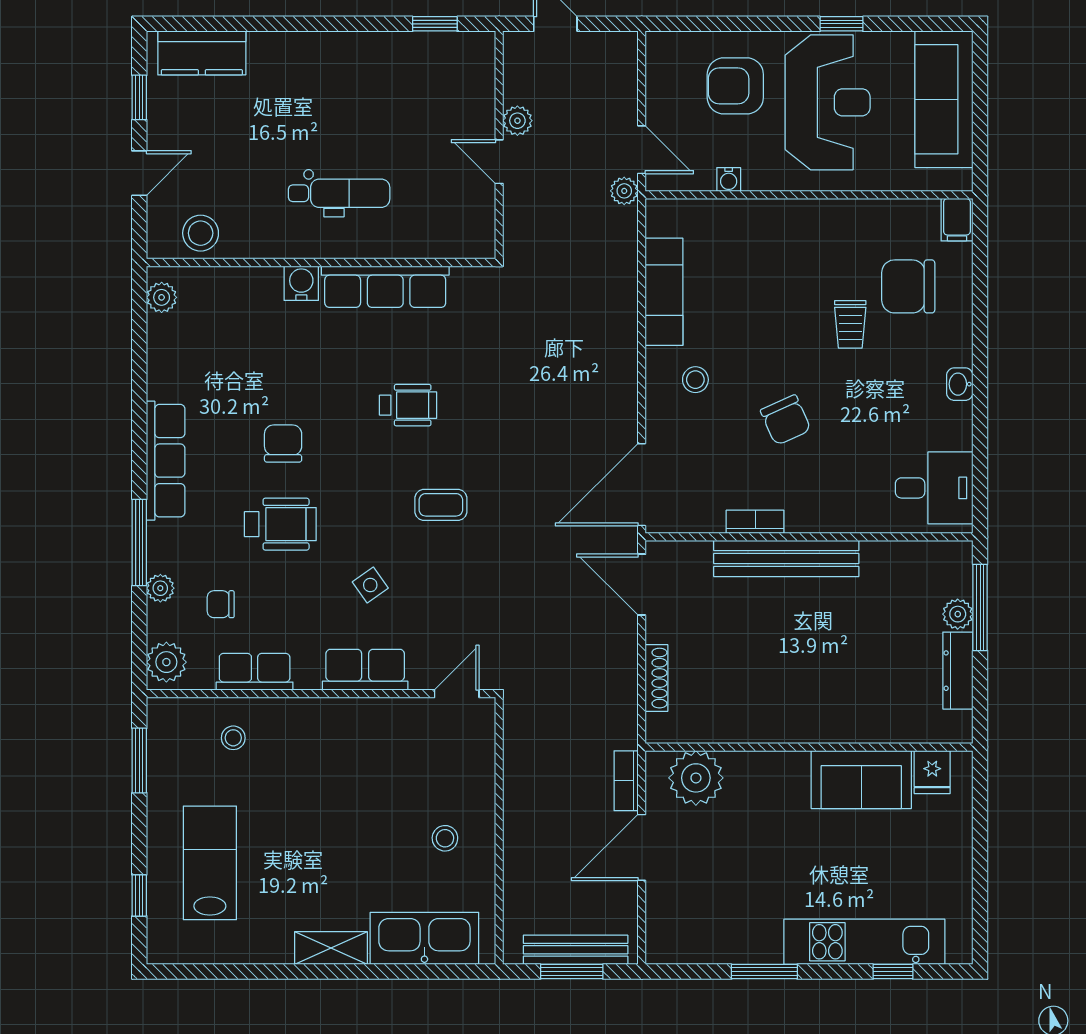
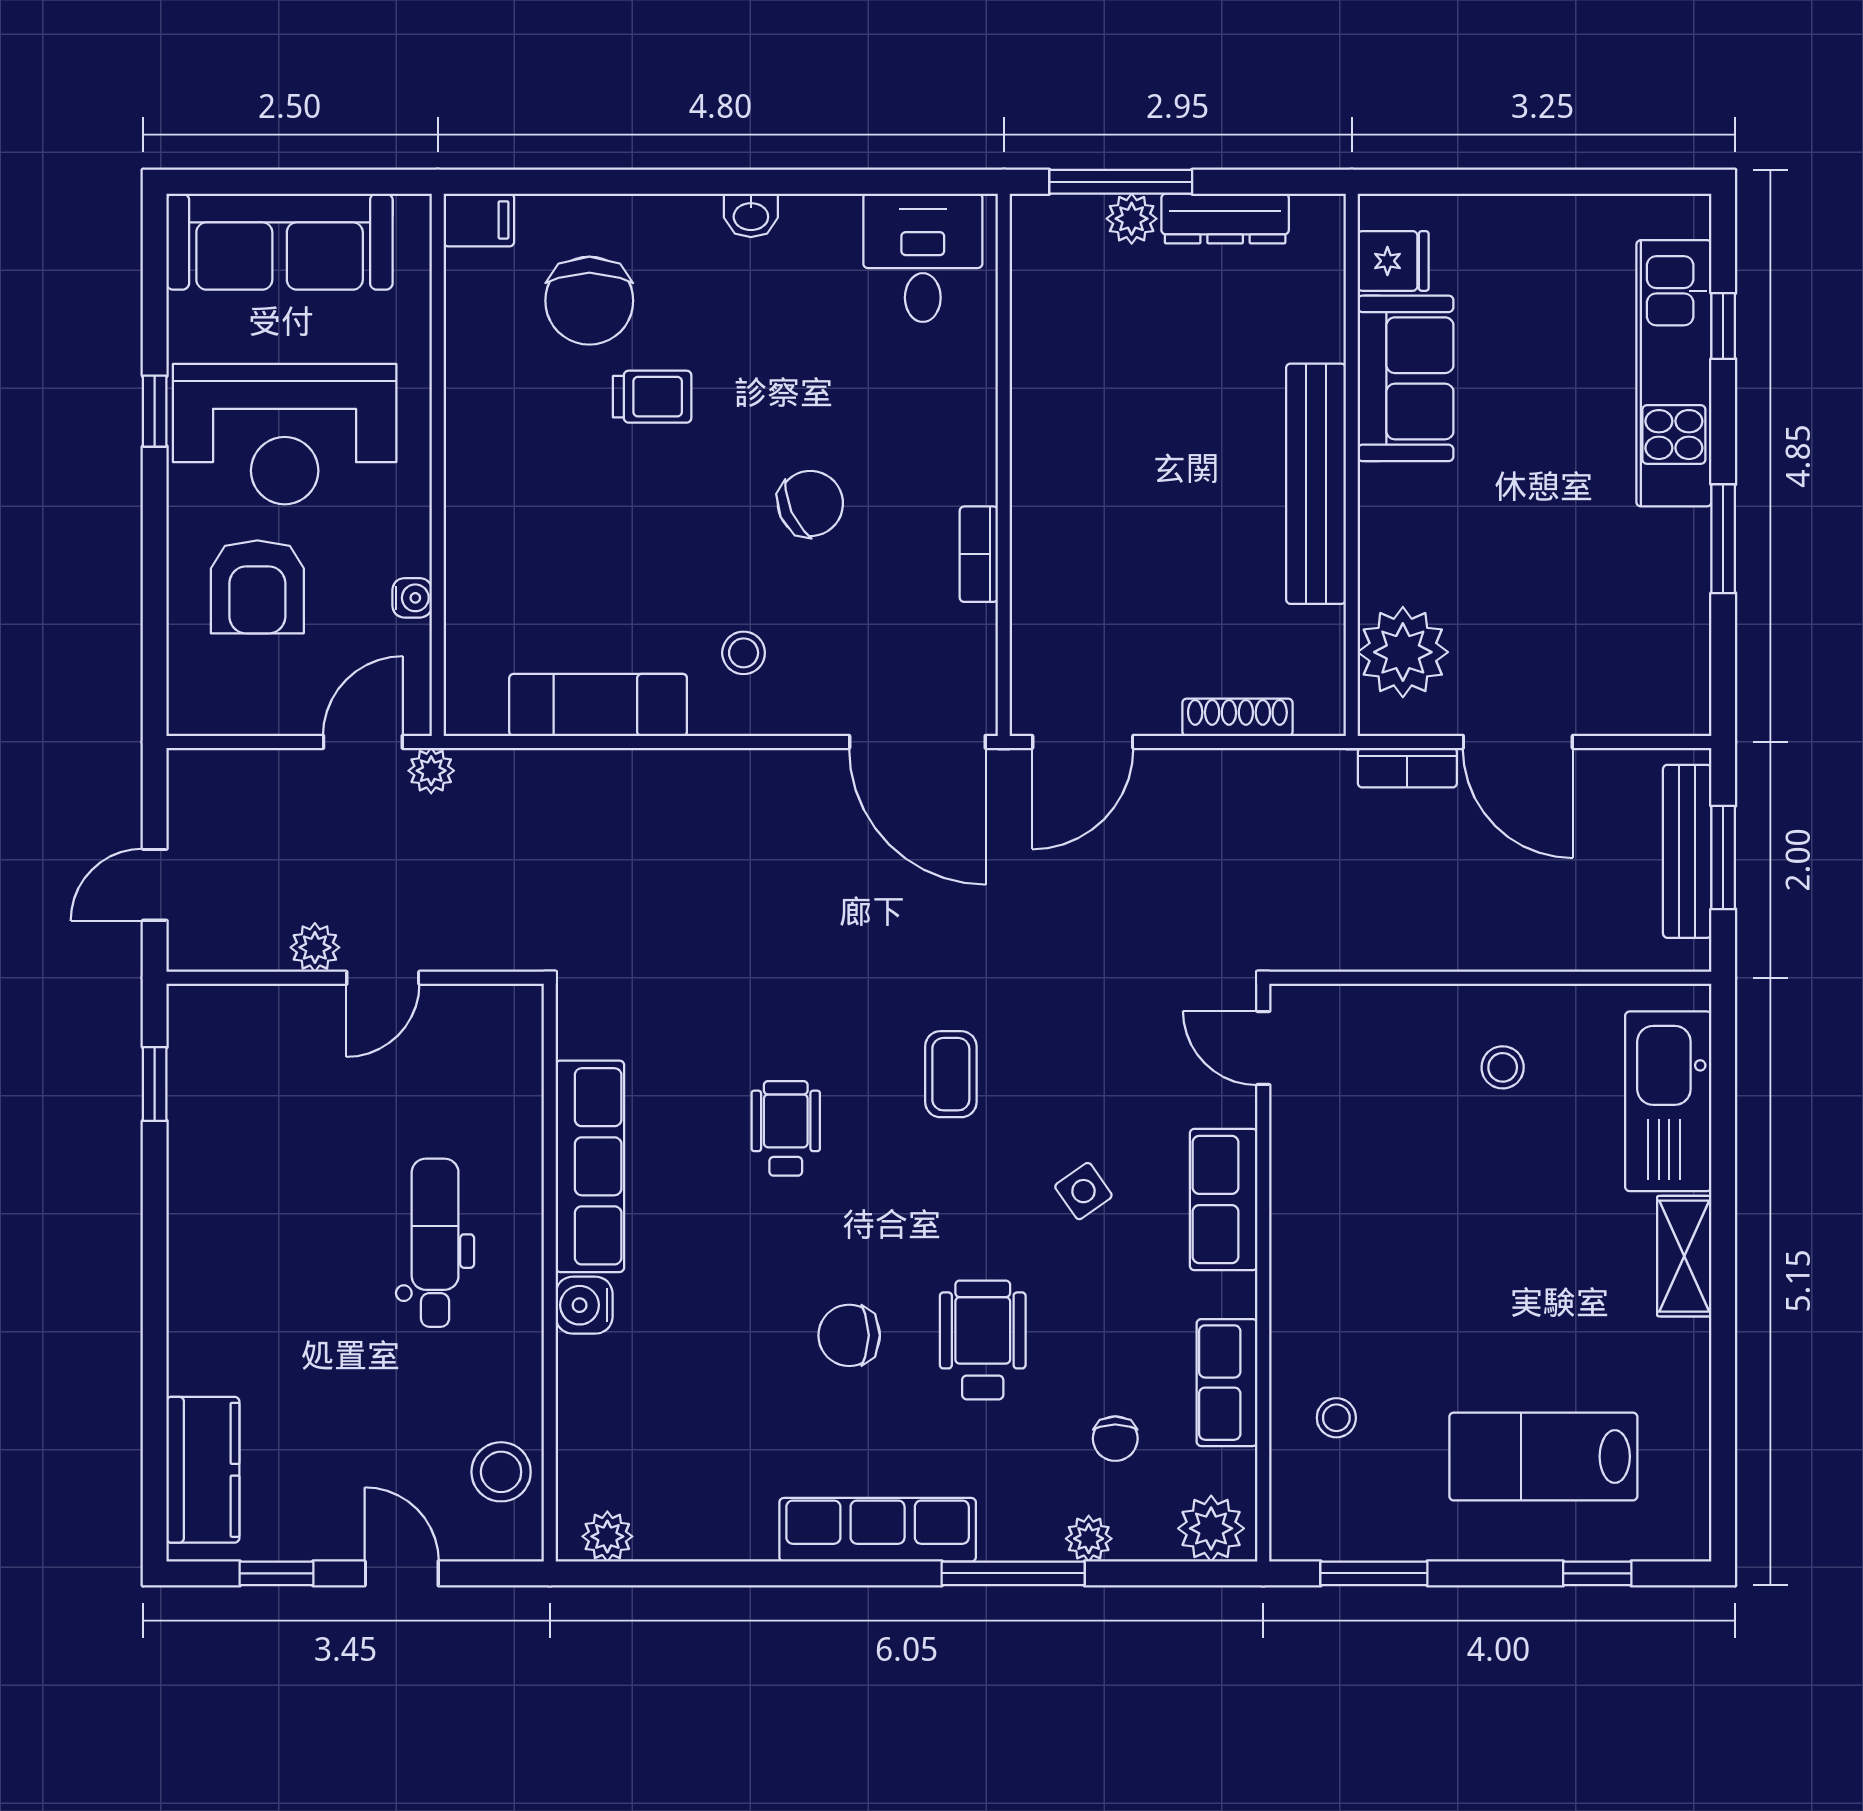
reception desk: (828, 102) -> (285, 434), turned 180
bench: (786, 559) -> (1316, 484), moved

